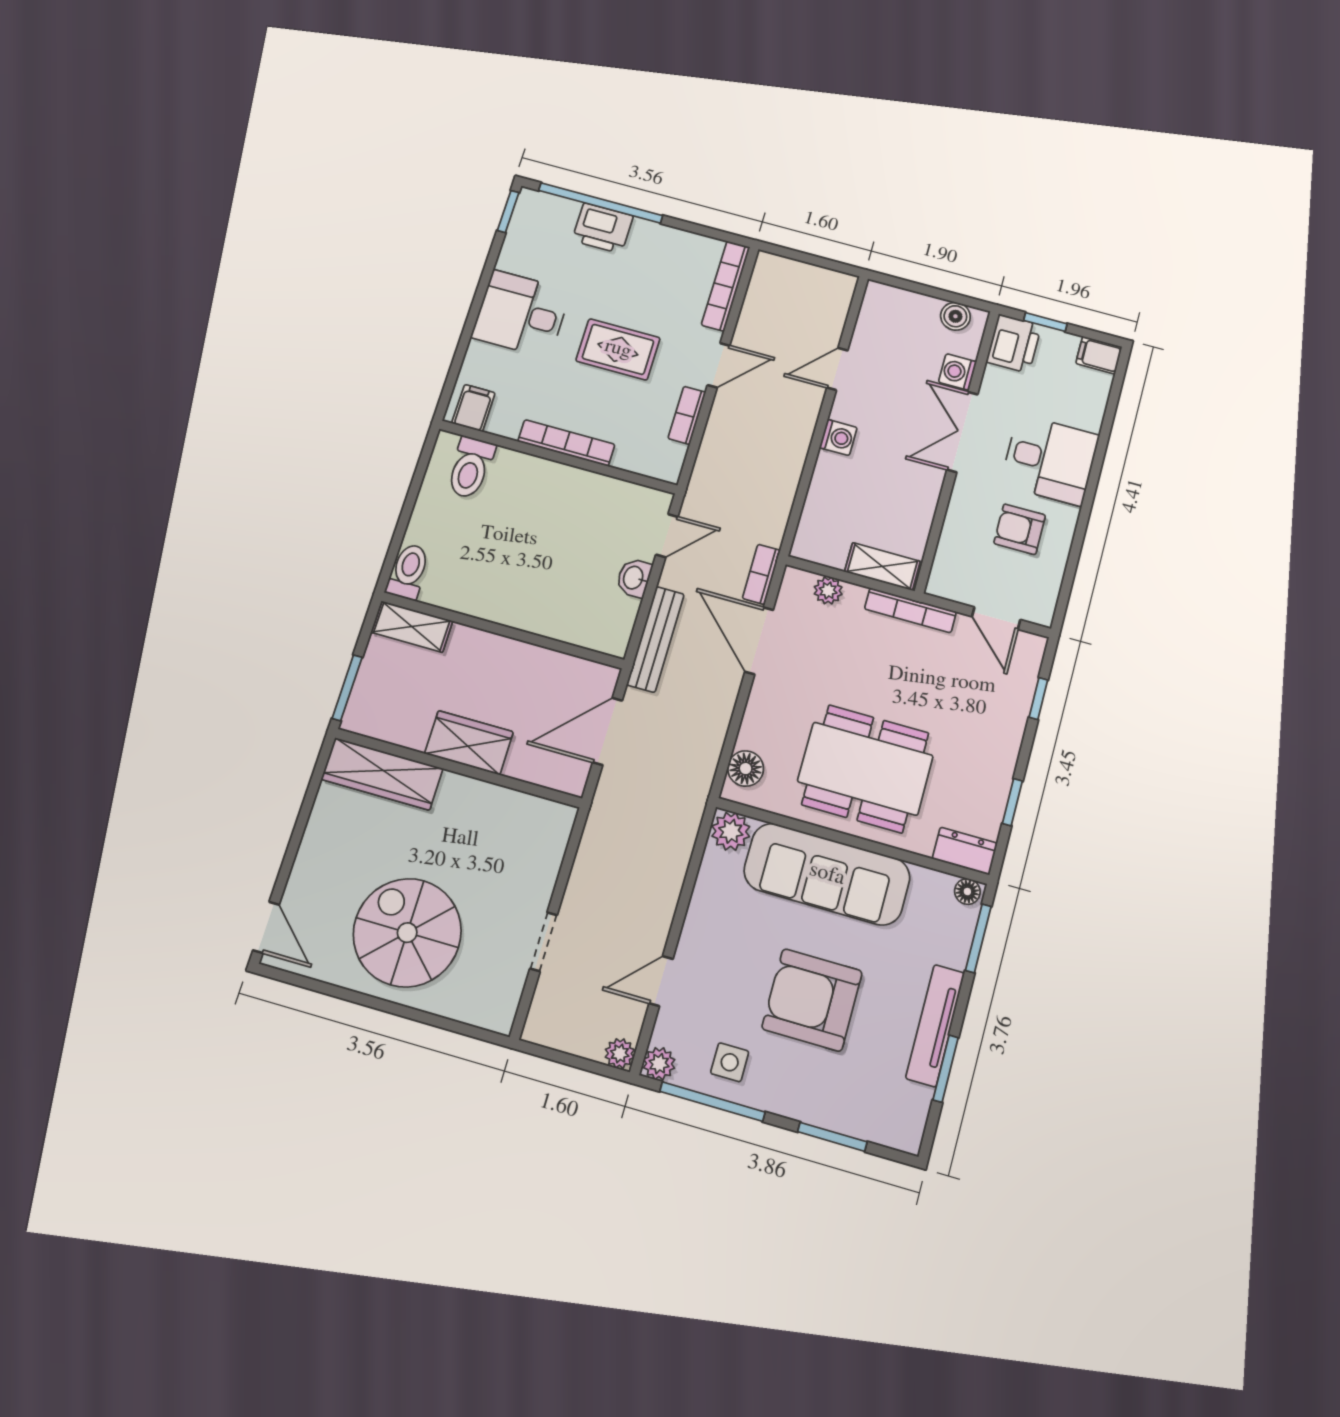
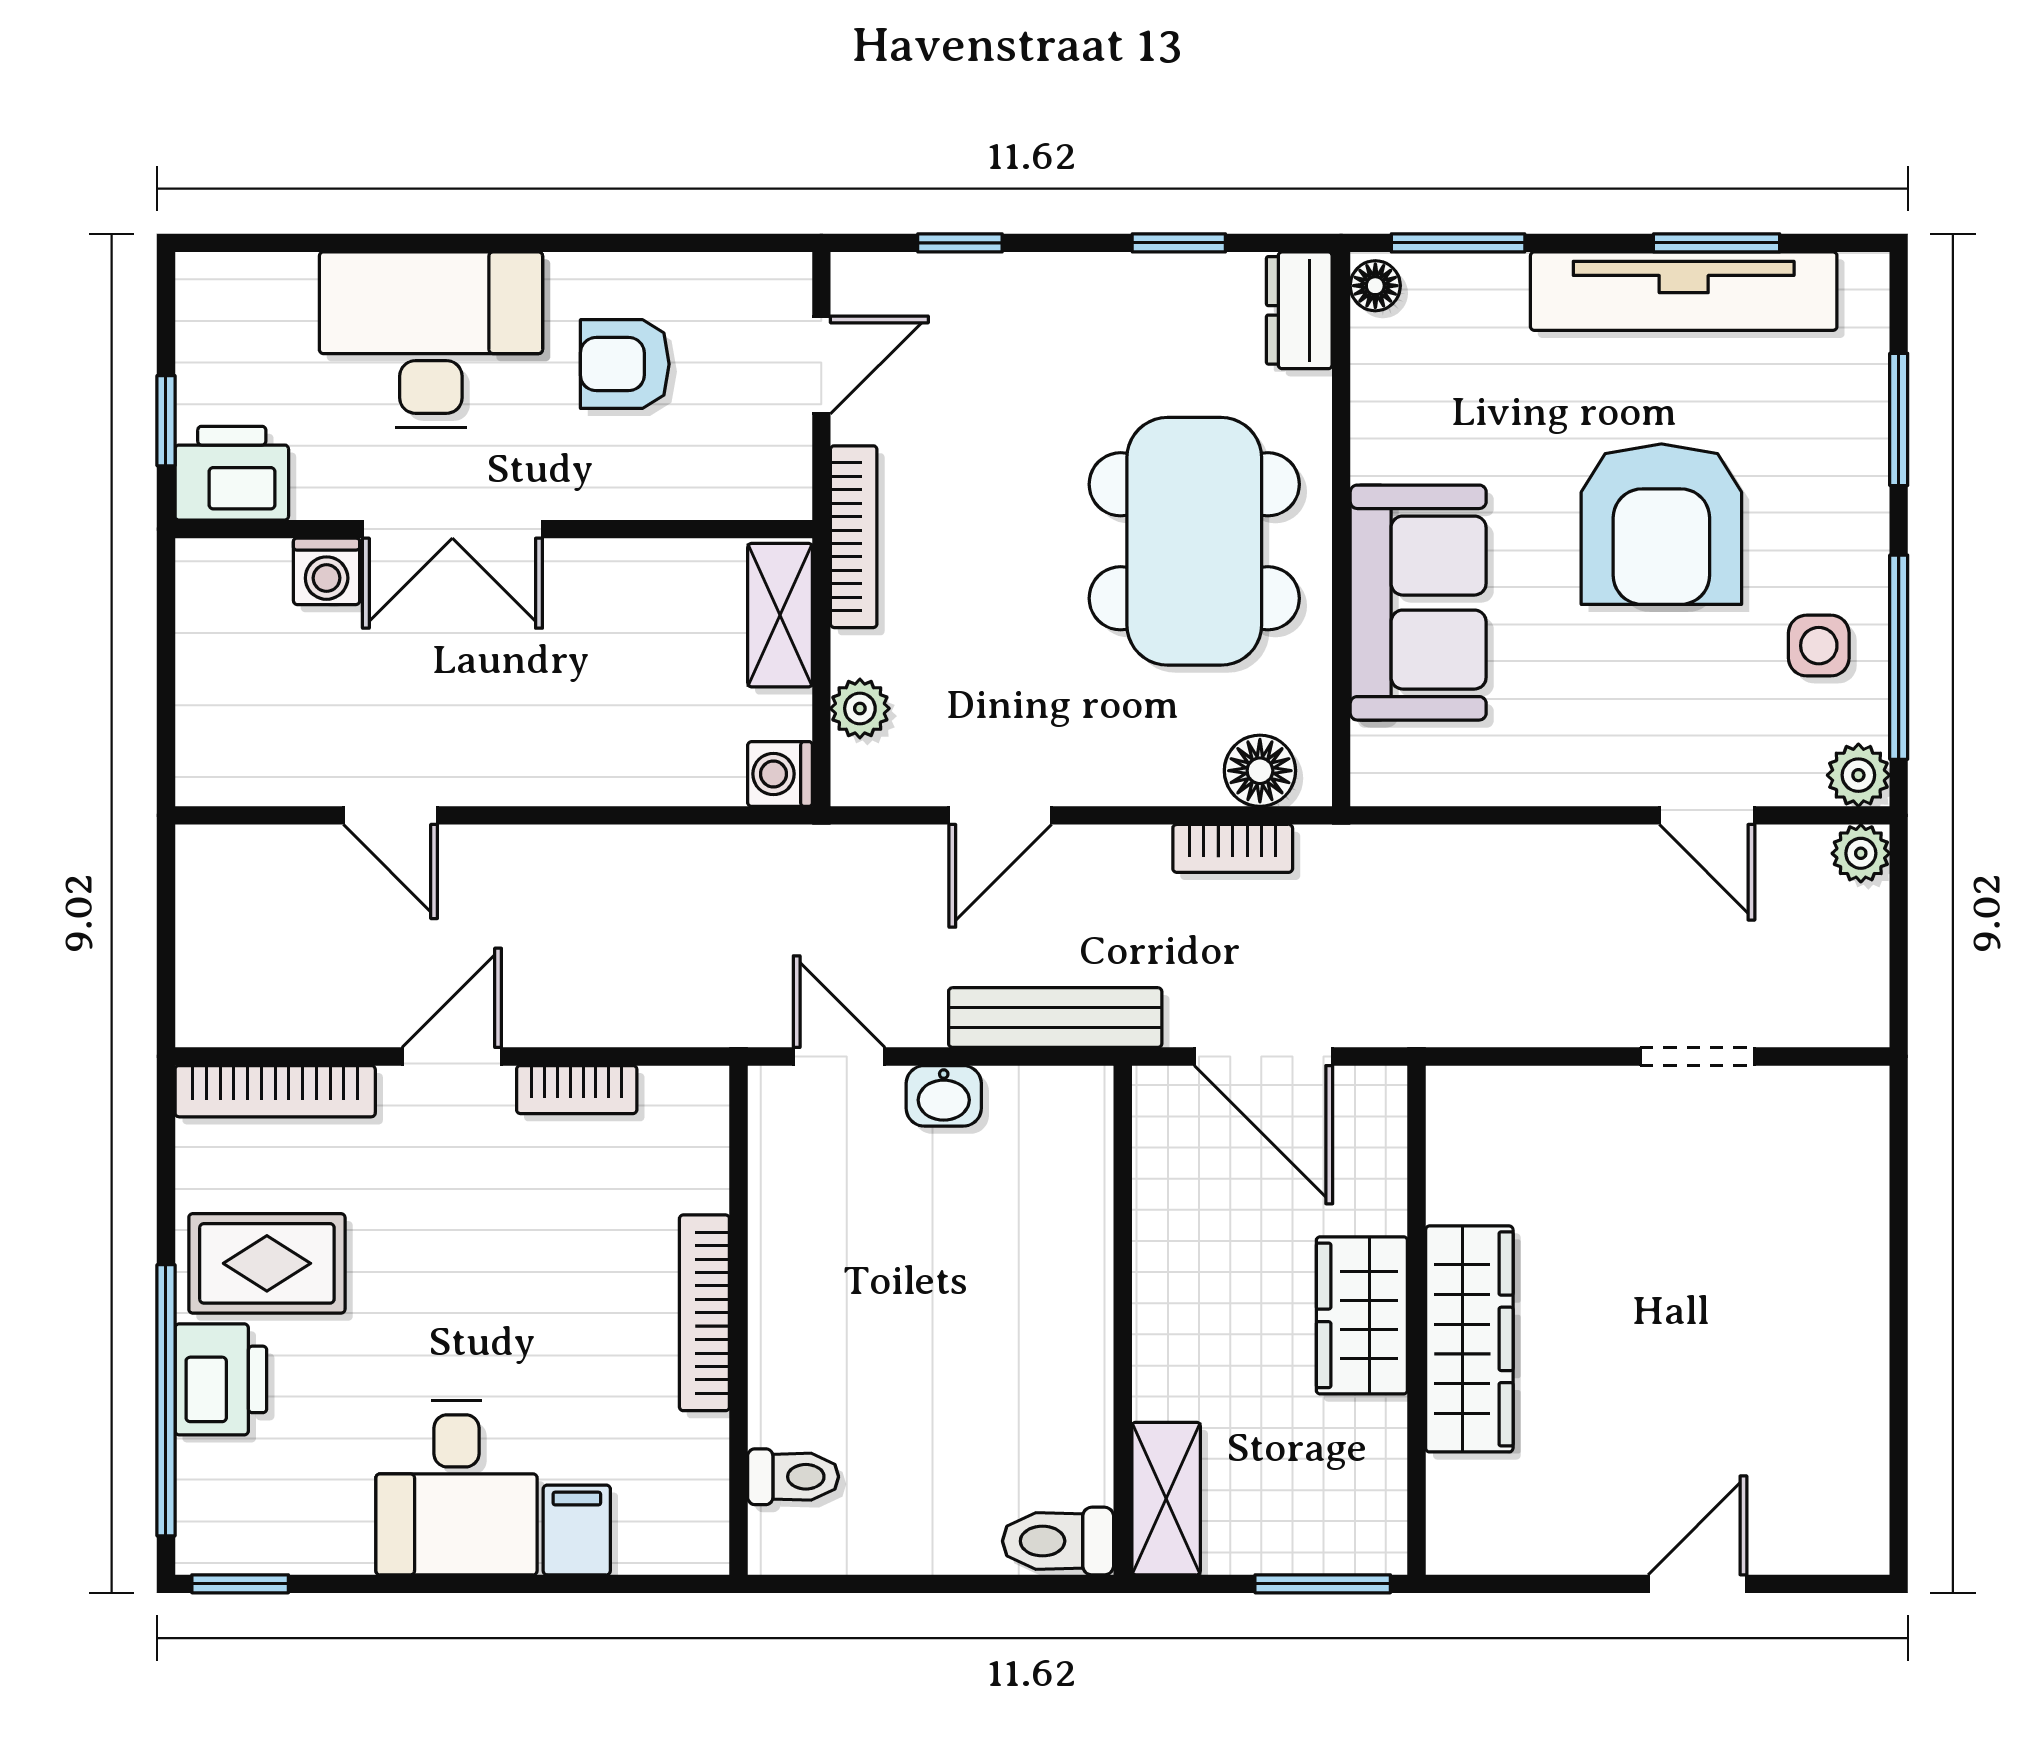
boiler: (955, 316) -> (206, 606), removed
rug: (618, 349) -> (267, 1263), moved, turned 90
filing cabinet: (1099, 355) -> (207, 295), removed
door: (719, 365) -> (452, 1056), hinge flipped
filing cabinet: (473, 408) -> (577, 1530), moved, turned 90
washing machine: (838, 438) -> (780, 774), moved, turned -90
desk: (1050, 460) -> (431, 340), width x1.37
toilet: (470, 468) -> (793, 1477), width x0.73, depth x0.72
armchair: (1020, 529) -> (625, 364), turned 90
bookcase: (761, 574) -> (1233, 848), moved
door: (759, 641) -> (1000, 815), width x0.73
wardrobe: (382, 774) -> (1469, 1339), moved
plant: (731, 831) -> (1389, 765), removed
sofa: (827, 874) -> (1418, 603), width x0.73
door: (266, 927) -> (1697, 1584), moved
spiral stairs: (407, 933) -> (1753, 1317), removed
tv unit: (935, 1026) -> (1684, 291), width x1.36, depth x1.29

